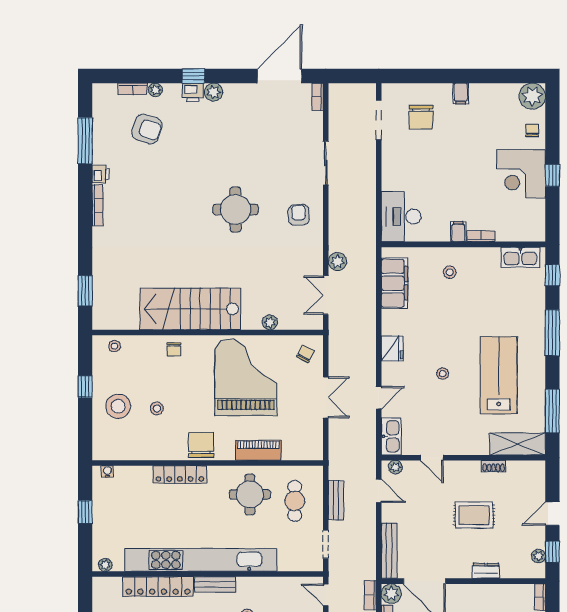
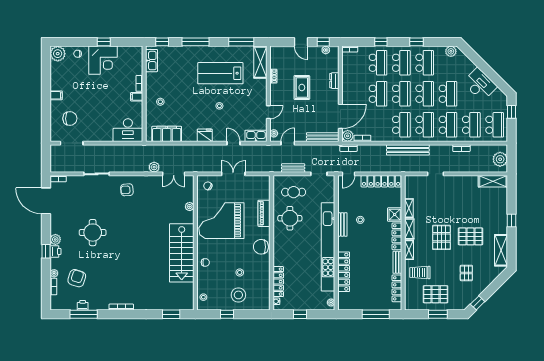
printer: (101, 174) -> (83, 305), moved
round table: (236, 210) -> (93, 233), moved
locker: (180, 474) -> (278, 282), moved
bench: (215, 585) -> (342, 224), moved

